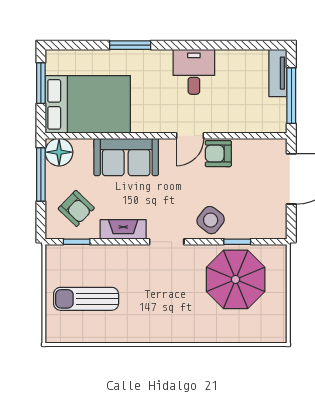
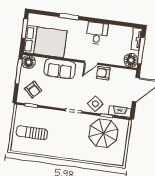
floor lamp: (273, 119) -> (131, 60), added
fireplace: (123, 229) -> (120, 112), moved

